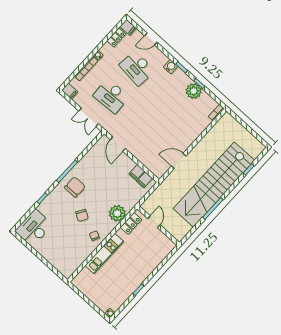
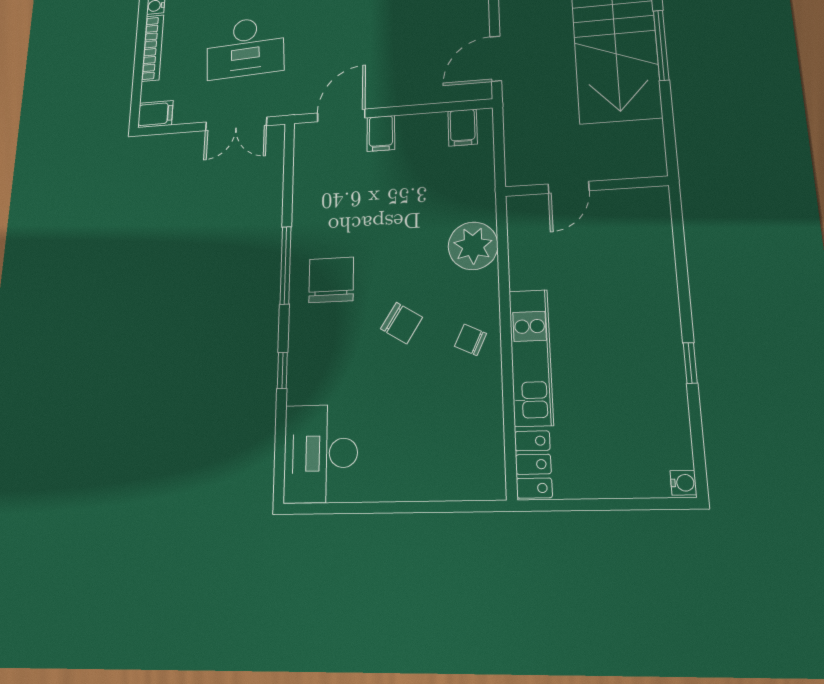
door: (118, 144) -> (341, 115), swing flipped
door: (179, 161) -> (496, 59), moved
filing cabinet: (137, 172) -> (381, 133), moved
door: (154, 222) -> (569, 187), swing flipped
locker: (131, 223) -> (533, 464), moved

